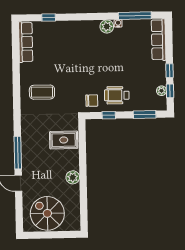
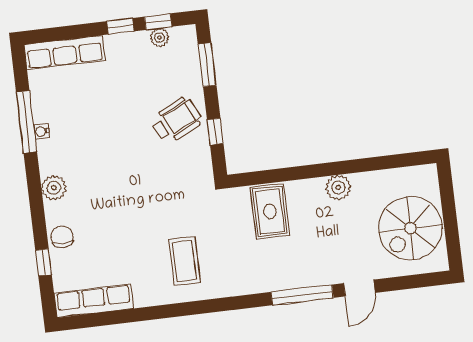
window: (135, 16) -> (27, 122), moved
plant: (107, 26) -> (54, 188), moved
wheelchair: (117, 95) -> (176, 120), turned -117
chair: (92, 101) -> (62, 237), moved

